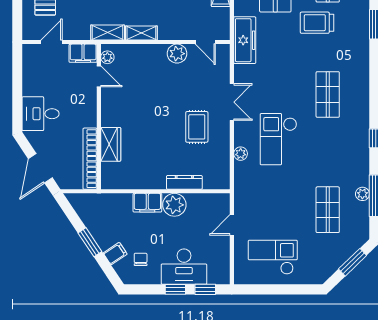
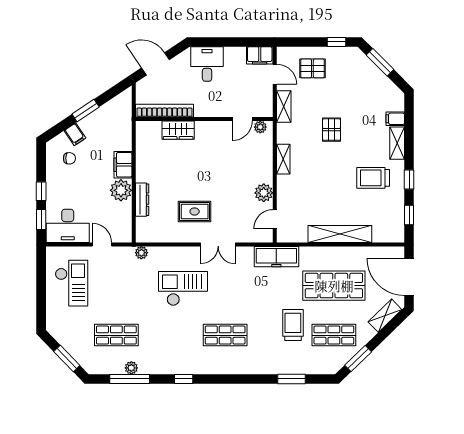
shelving: (108, 32) -> (284, 106), moved
filing cabinet: (83, 53) -> (260, 55), moved, turned -90
plant: (241, 154) -> (141, 253), moved
desk: (184, 267) -> (68, 226), moved, turned -90

